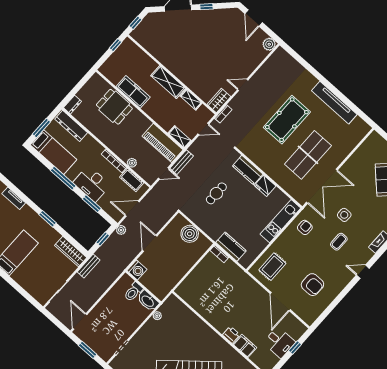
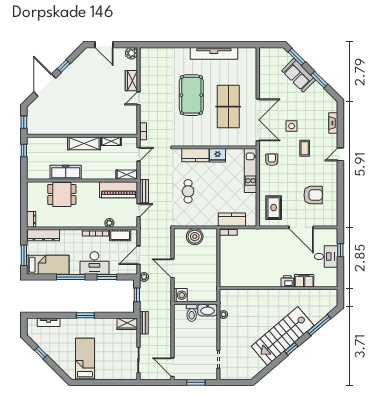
wardrobe: (219, 100) -> (131, 81), moved
wardrobe: (71, 251) -> (127, 324), width x0.67

